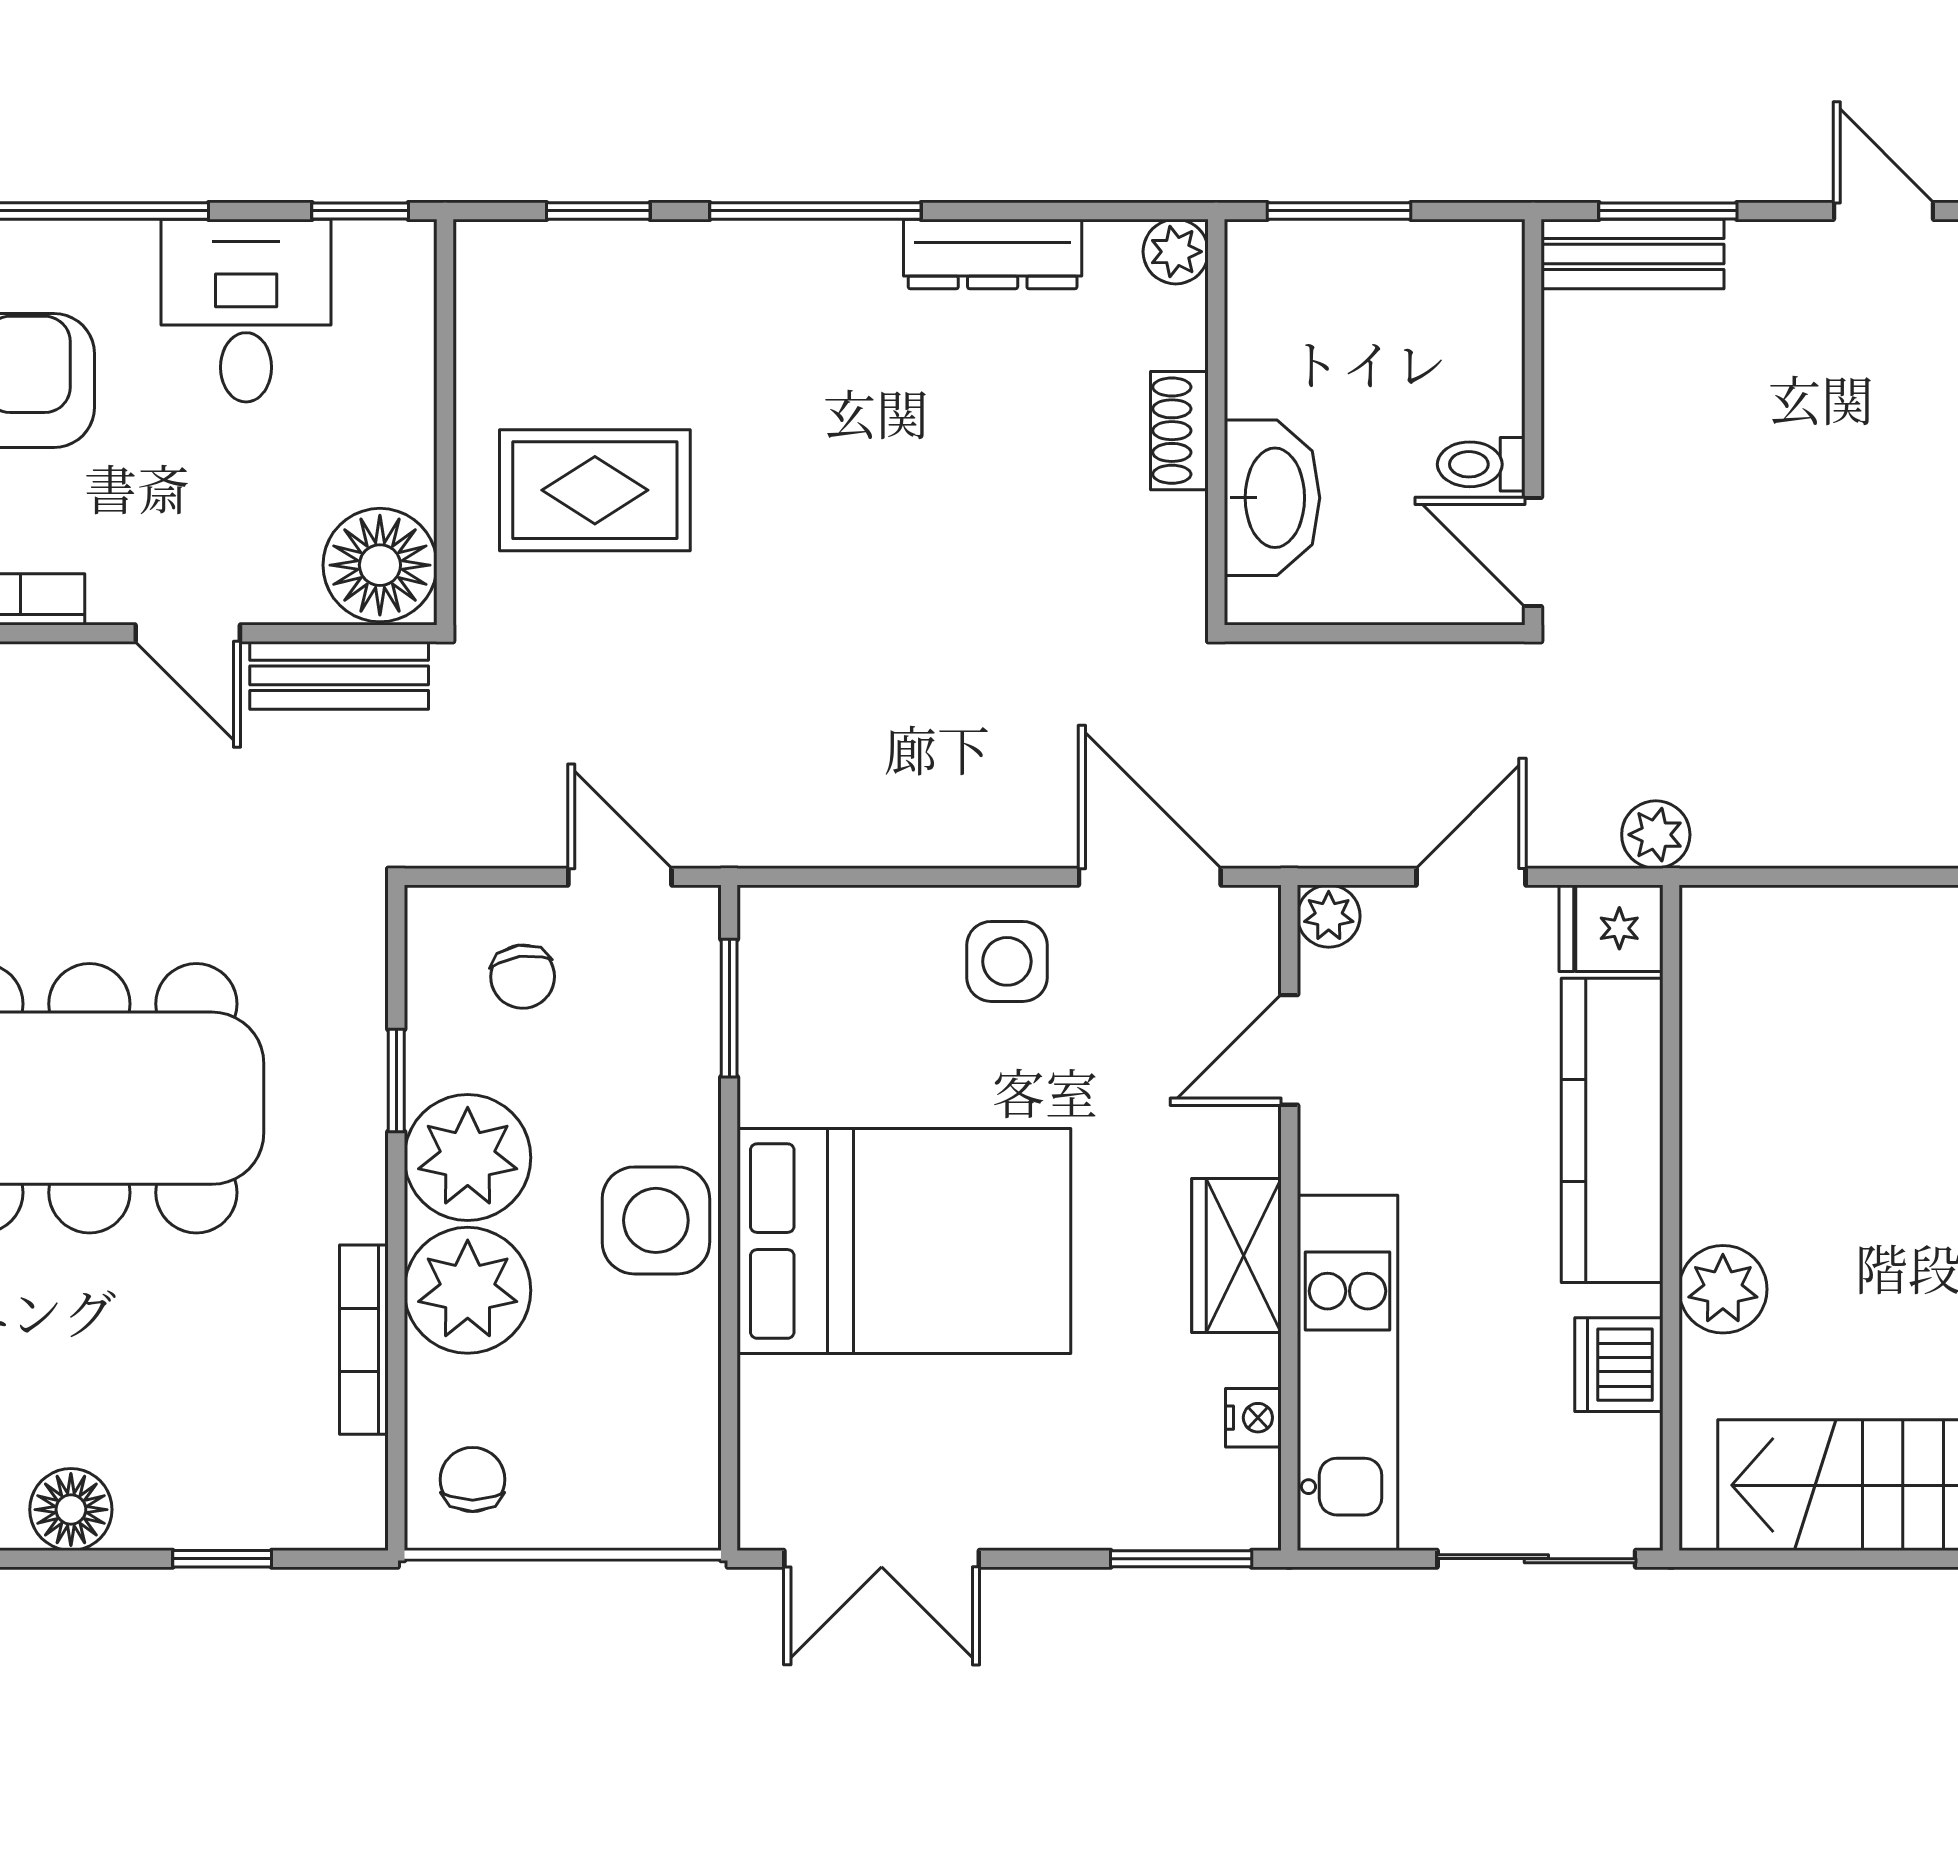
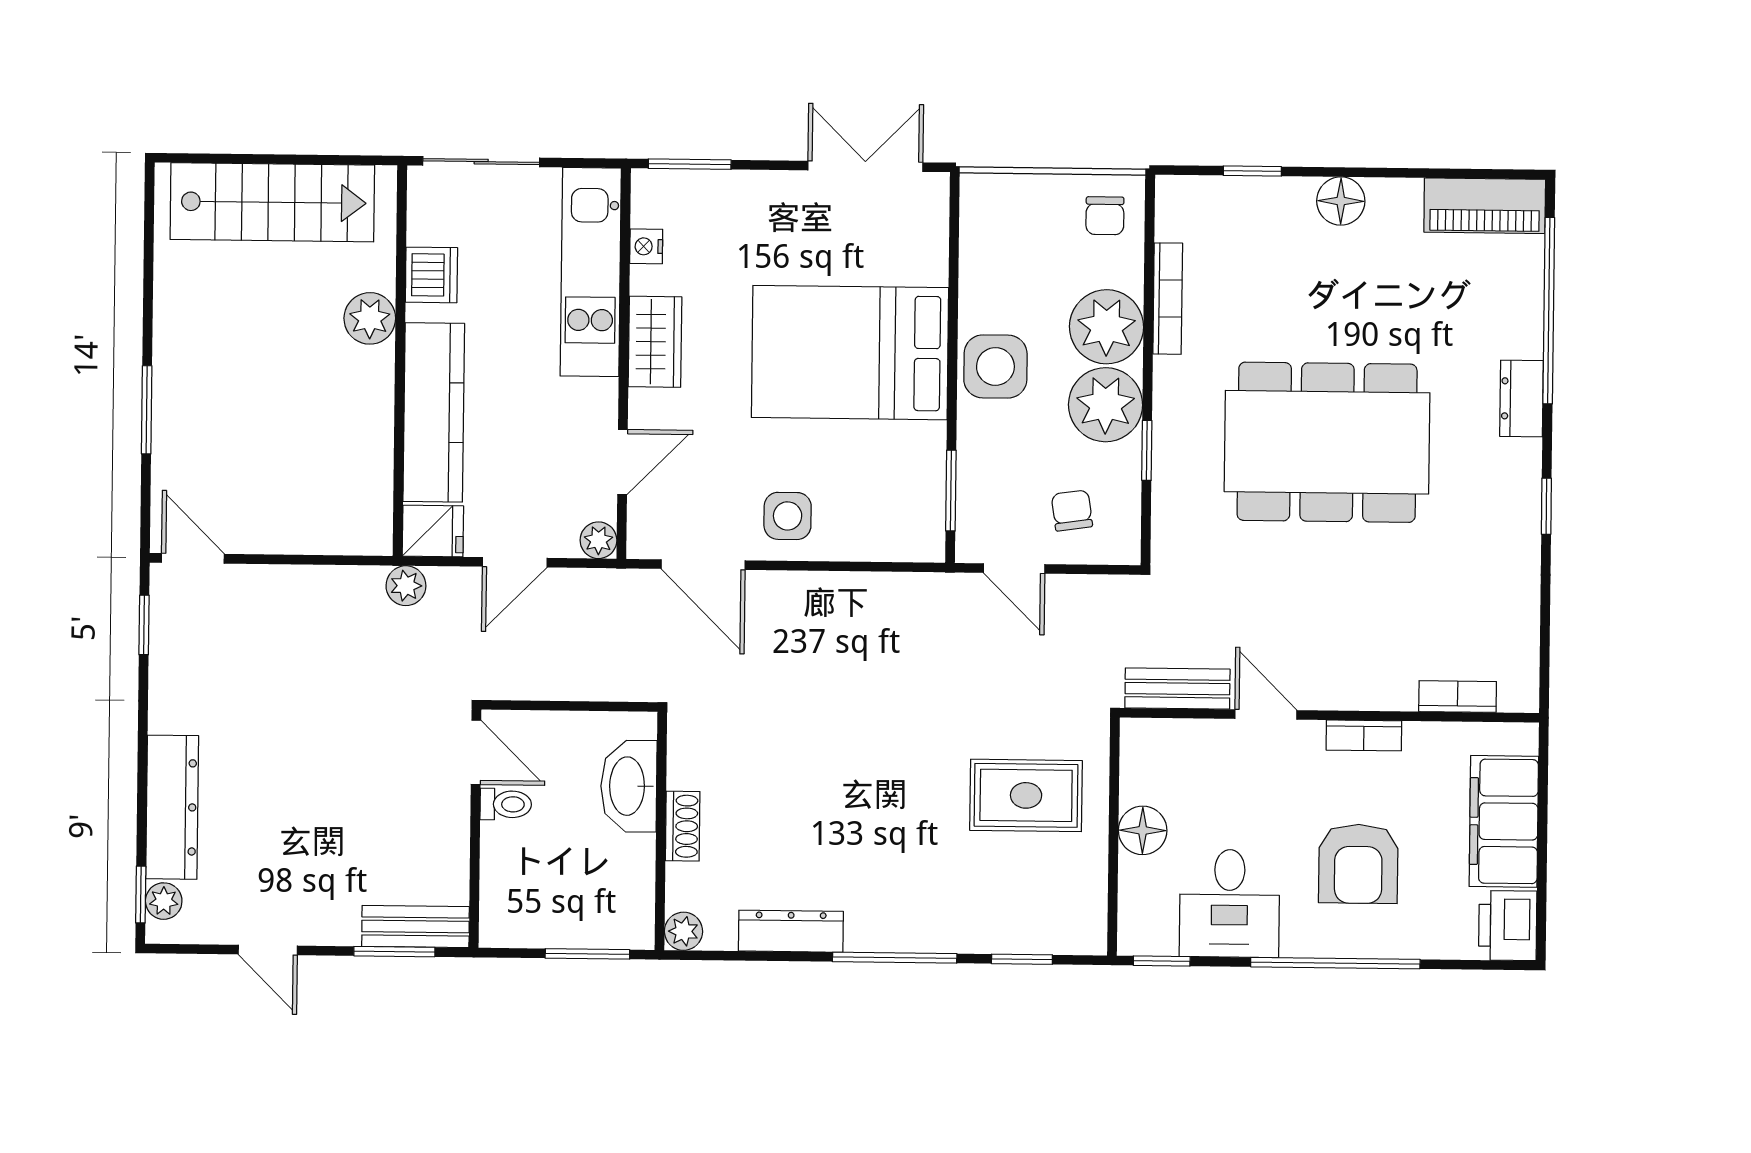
floor lamp: (380, 565) -> (1143, 830), moved, width x0.73, depth x0.73

